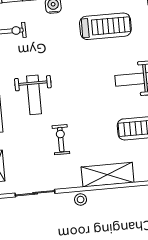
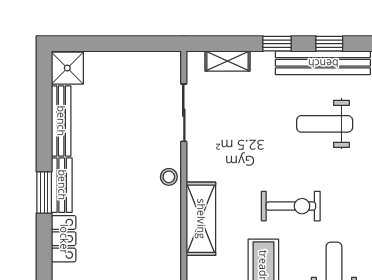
exercise bike: (61, 140) -> (291, 206), moved, width x1.38, depth x1.39

